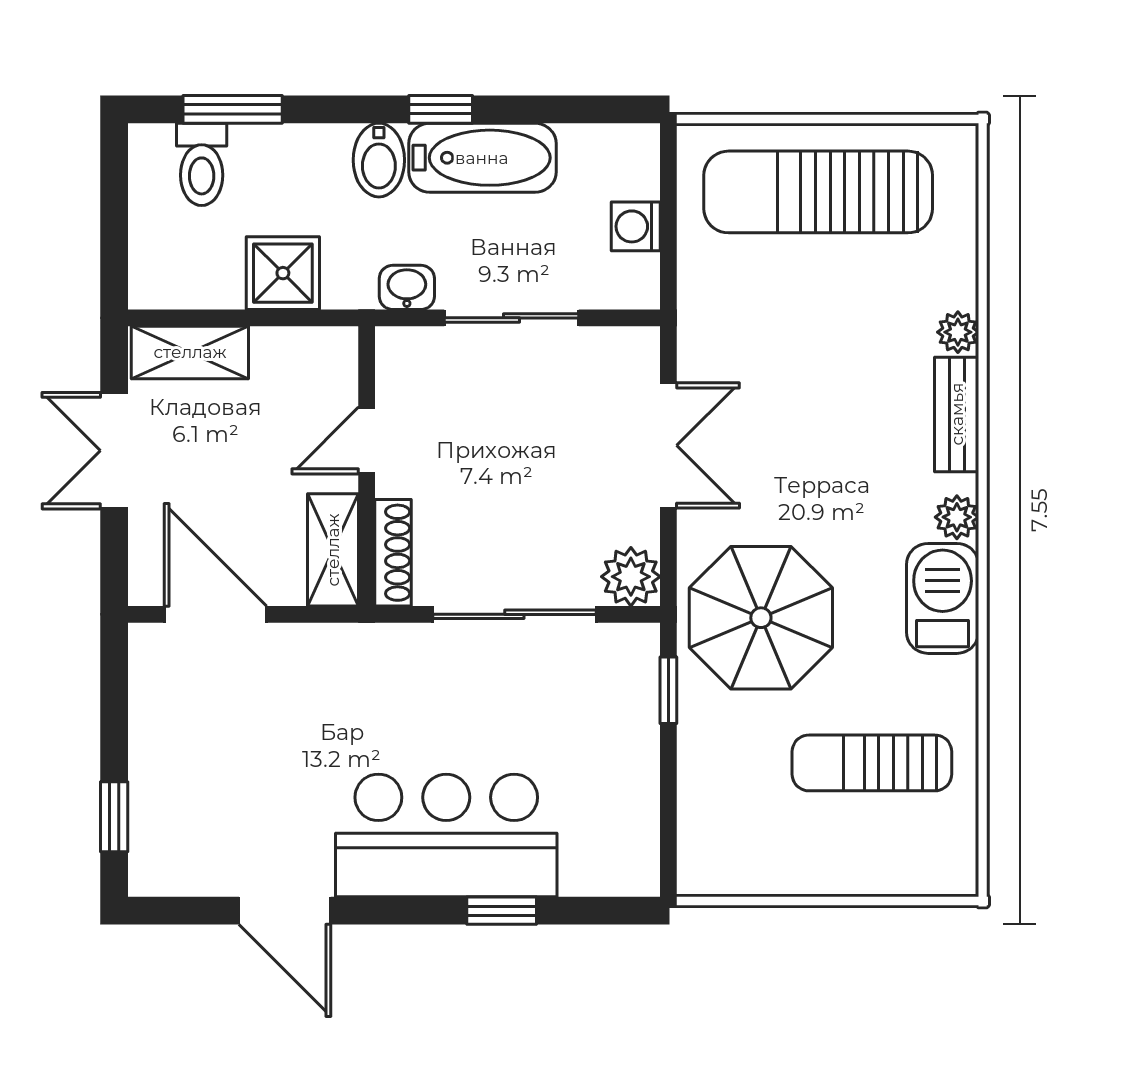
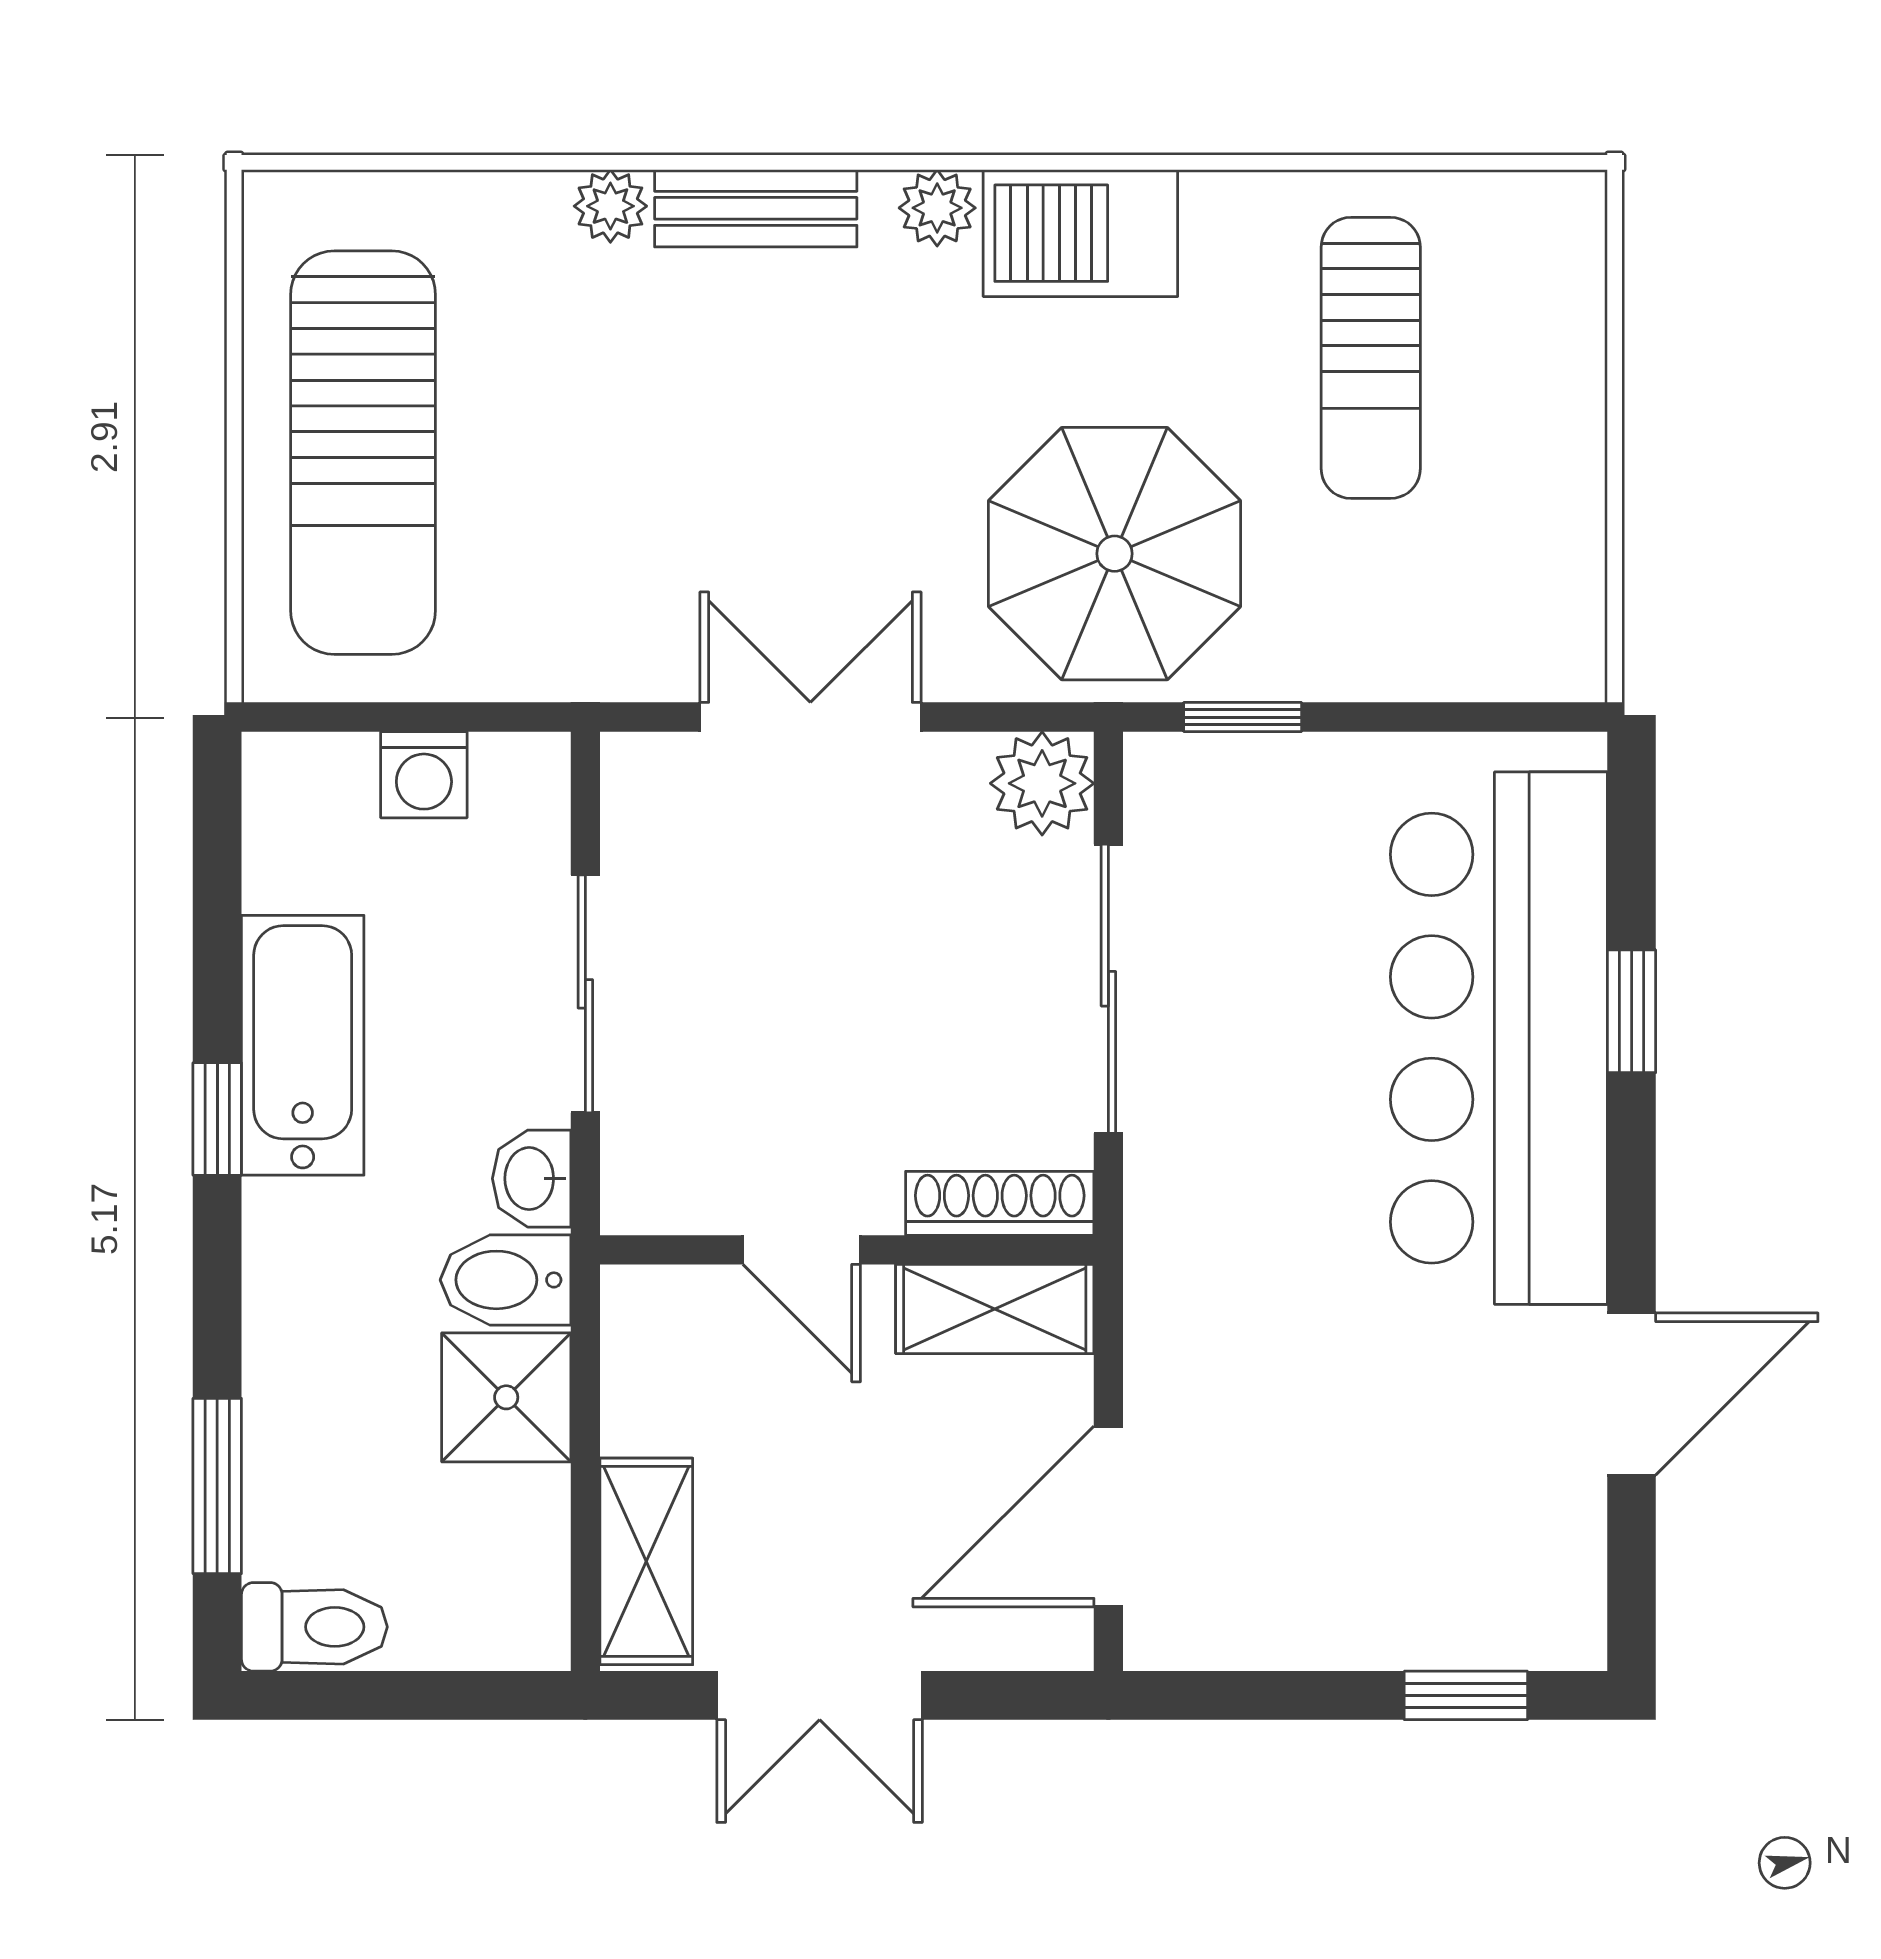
bidet: (379, 160) -> (505, 1280), moved, turned 180
toilet: (202, 164) -> (314, 1627), moved
bar counter: (446, 835) -> (1499, 1038), width x1.36

